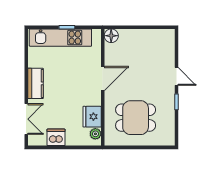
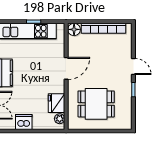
bookcase: (144, 34) -> (103, 28), added

